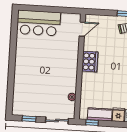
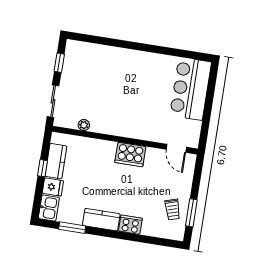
window: (92, 123) -> (42, 168), moved

